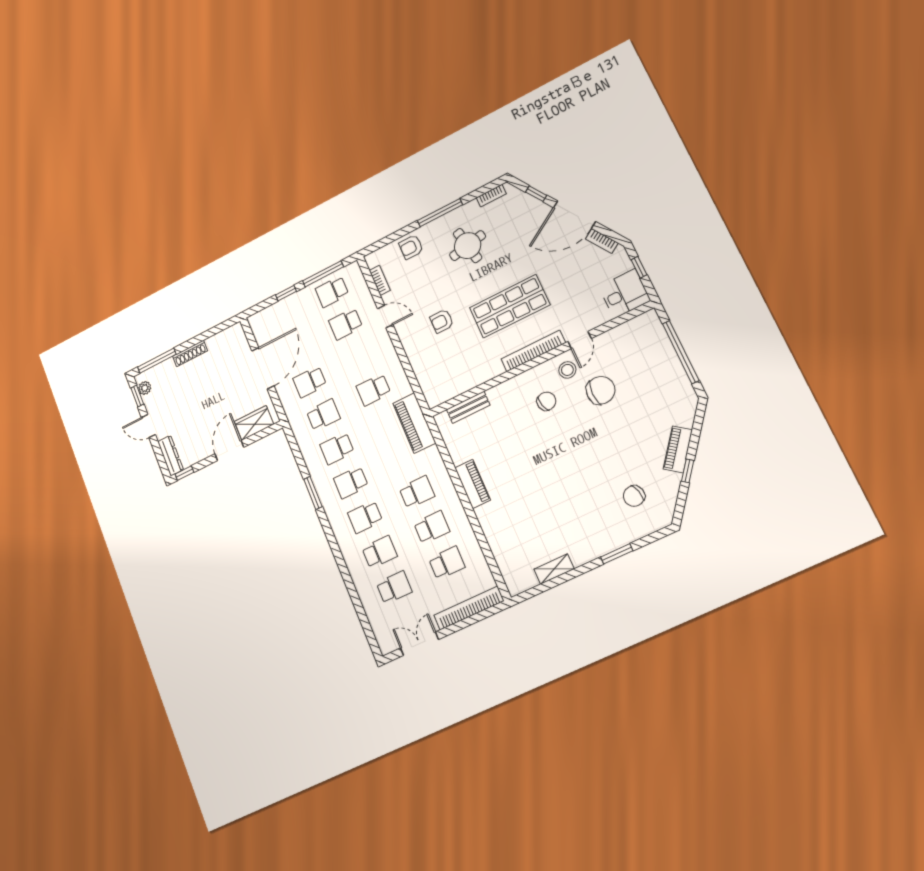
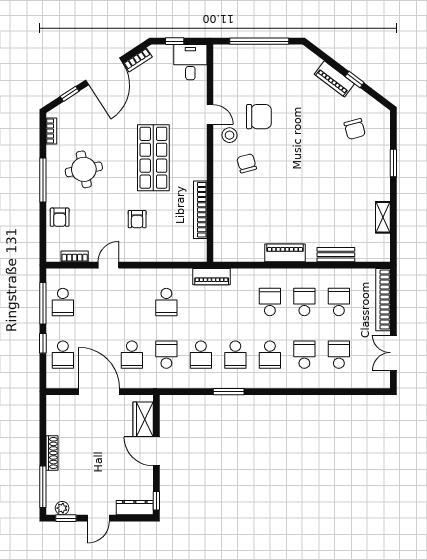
school desk: (346, 324) -> (63, 355), moved
bookcase: (533, 351) -> (200, 210), moved
chair: (601, 390) -> (259, 117), turned 90
bench: (468, 407) -> (336, 255), moved, turned 90
piano: (414, 423) -> (212, 277), width x0.73, depth x0.75

